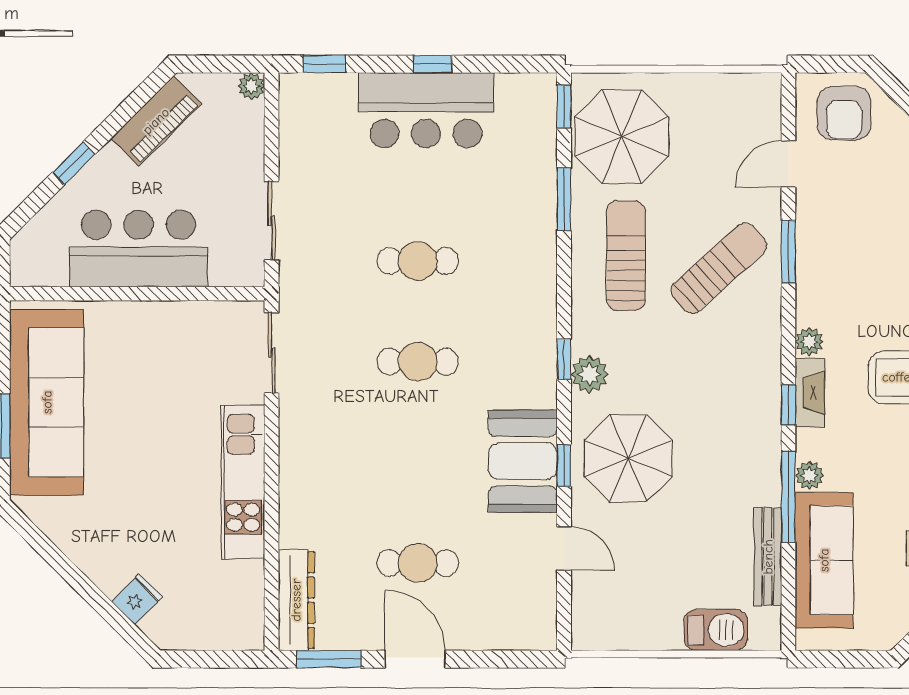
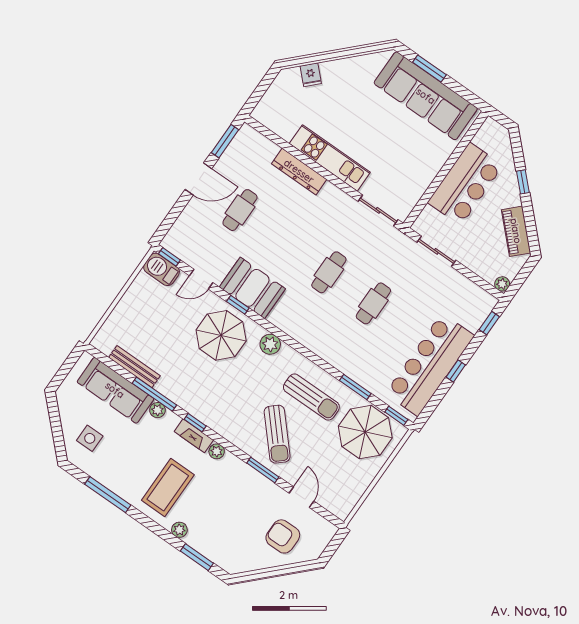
bar counter: (426, 110) -> (430, 365), width x1.36
armchair: (844, 113) -> (283, 536), moved
window: (564, 359) -> (169, 257), moved
dresser: (296, 600) -> (299, 171), moved
barbecue: (716, 630) -> (162, 269), moved, turned 90

